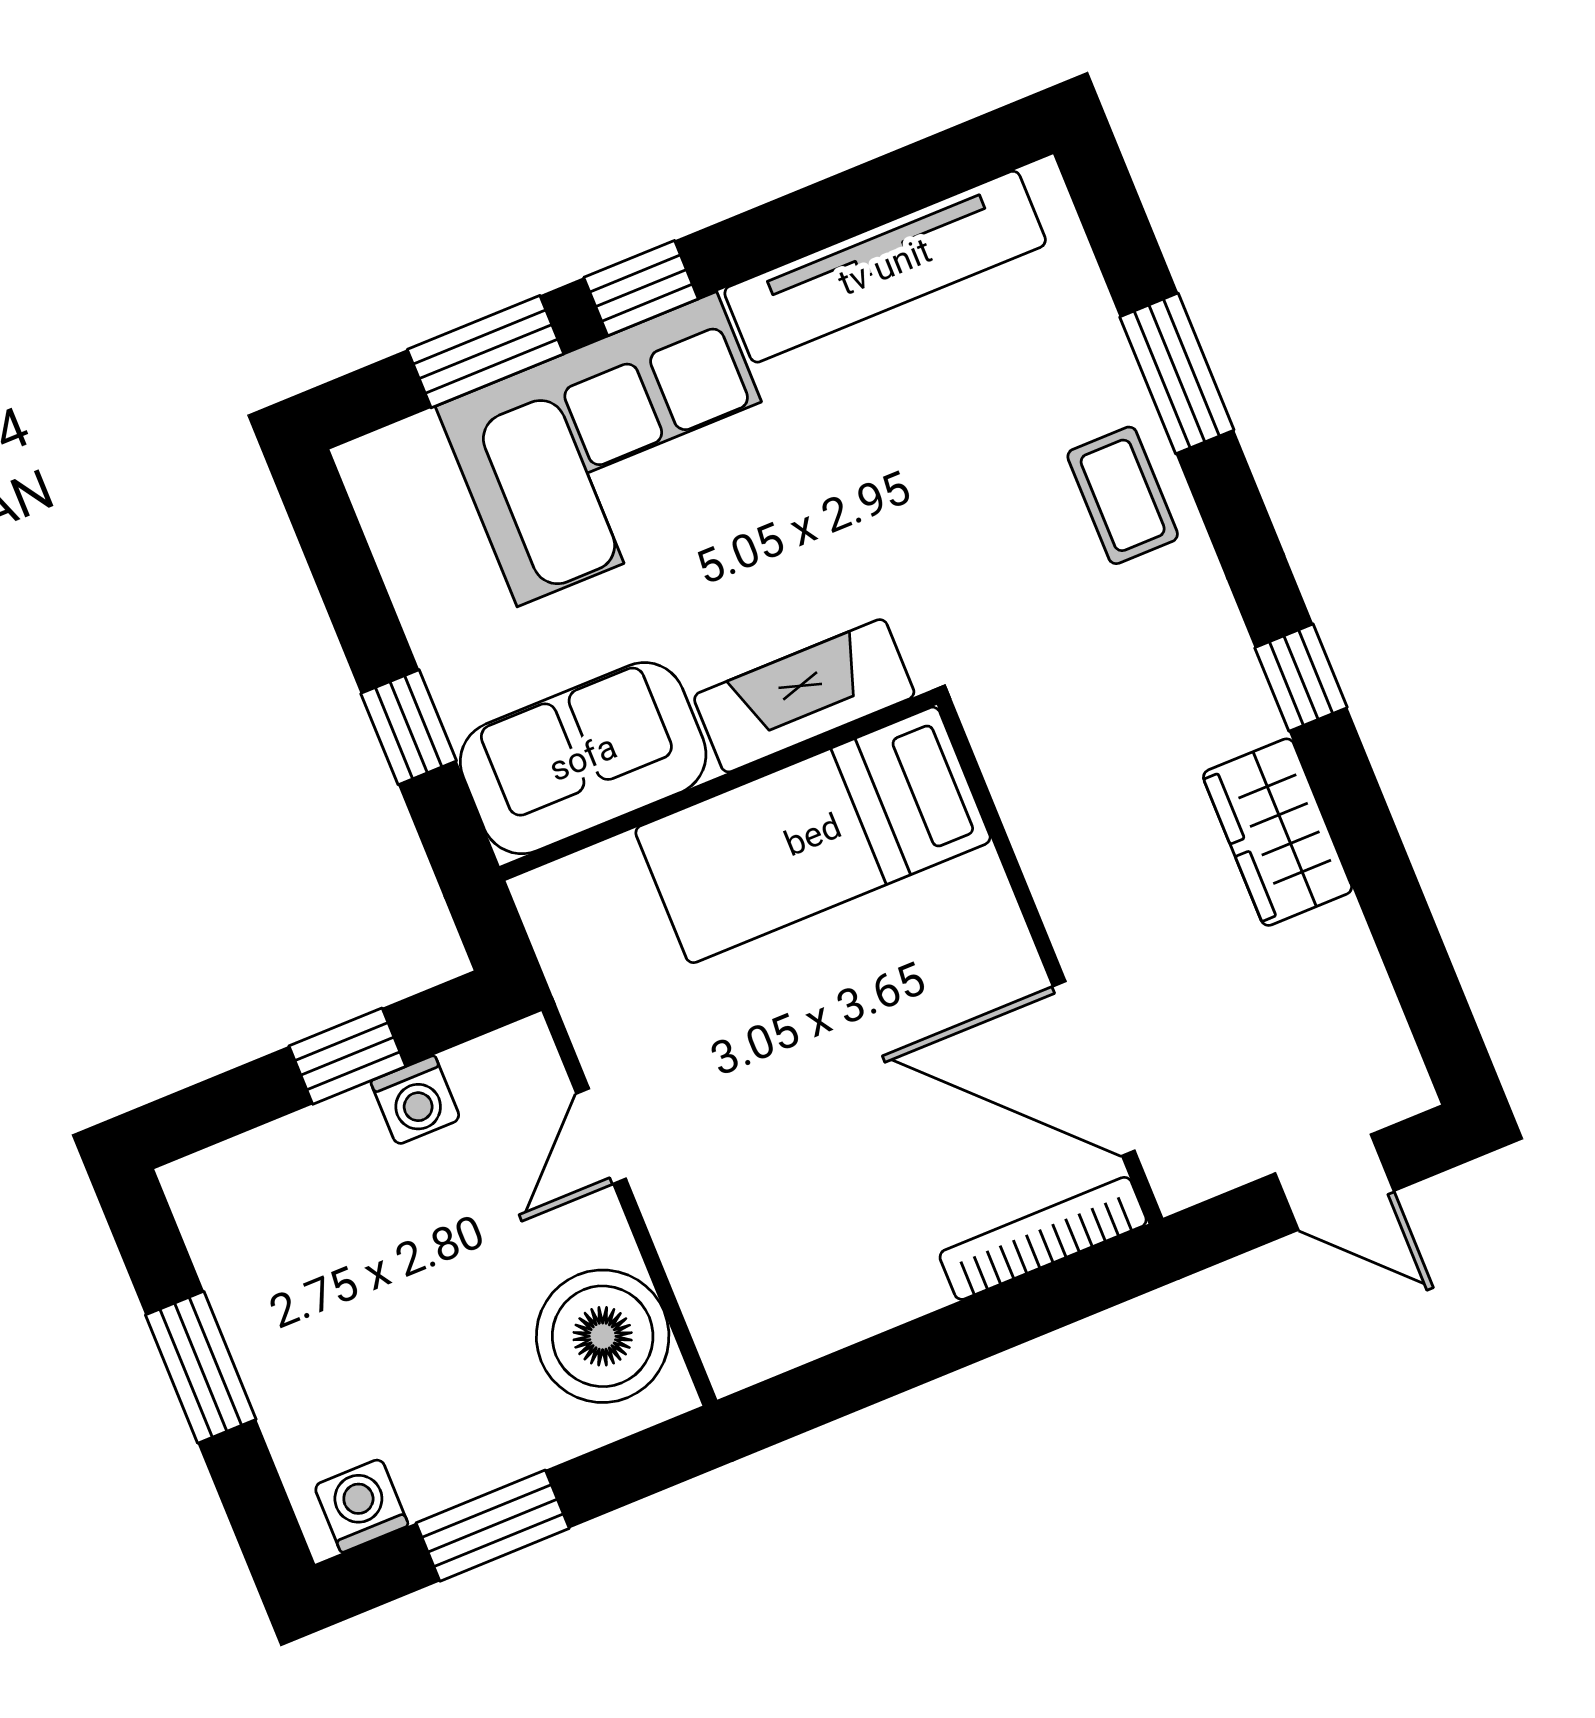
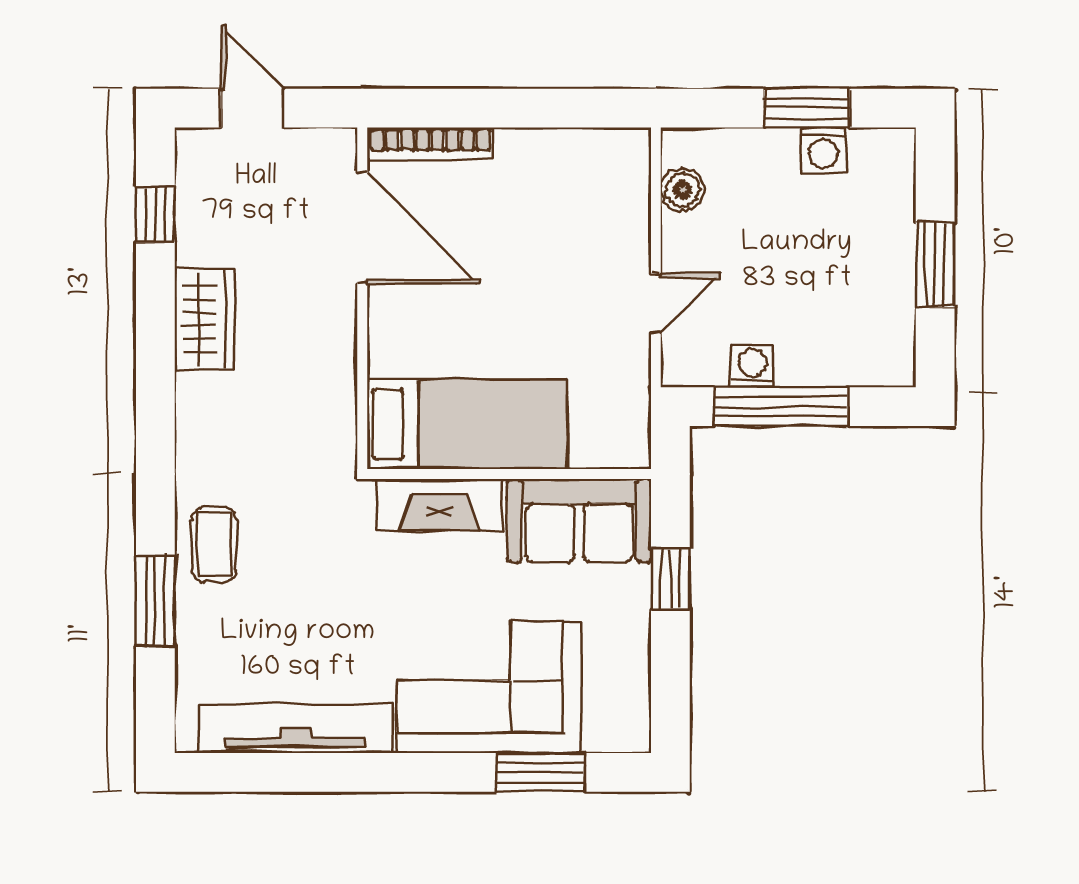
window: (641, 288) -> (438, 772), removed
window: (1301, 678) -> (155, 214), moved
window: (347, 1056) -> (781, 407), width x2.17
boiler: (603, 1336) -> (682, 190), width x0.54, depth x0.54
washing machine: (361, 1506) -> (823, 150), moved

